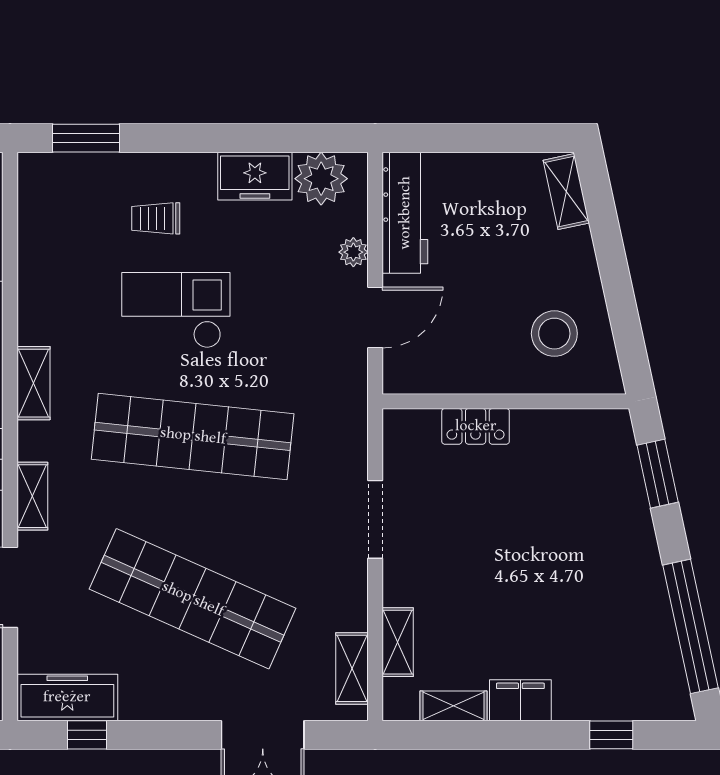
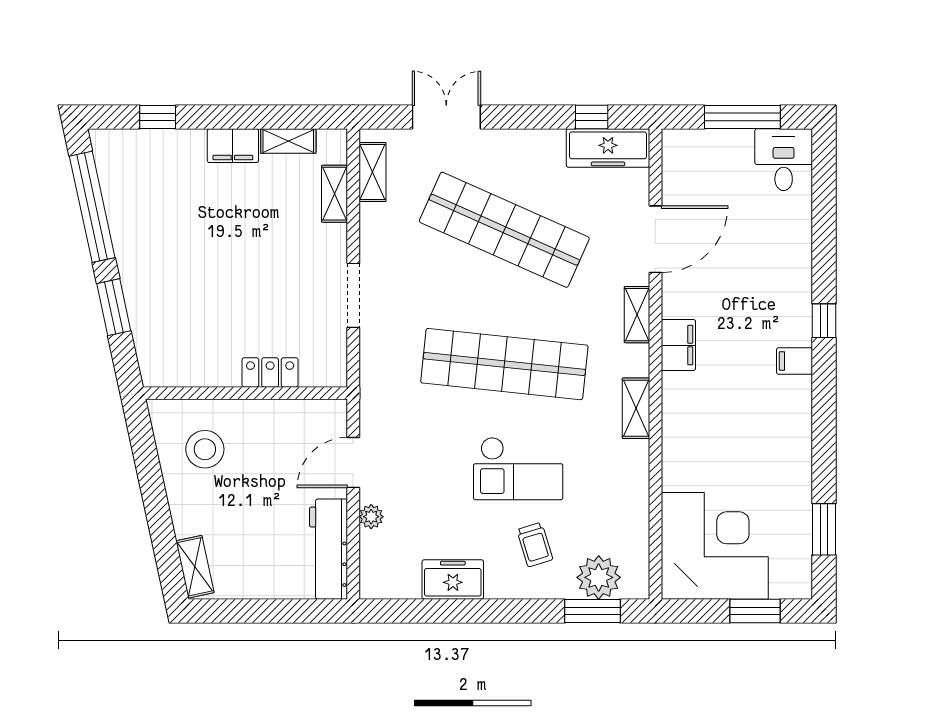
plant: (321, 179) -> (599, 577), moved
trolley: (156, 218) -> (535, 545), turned 73
window: (658, 474) -> (114, 307), moved

